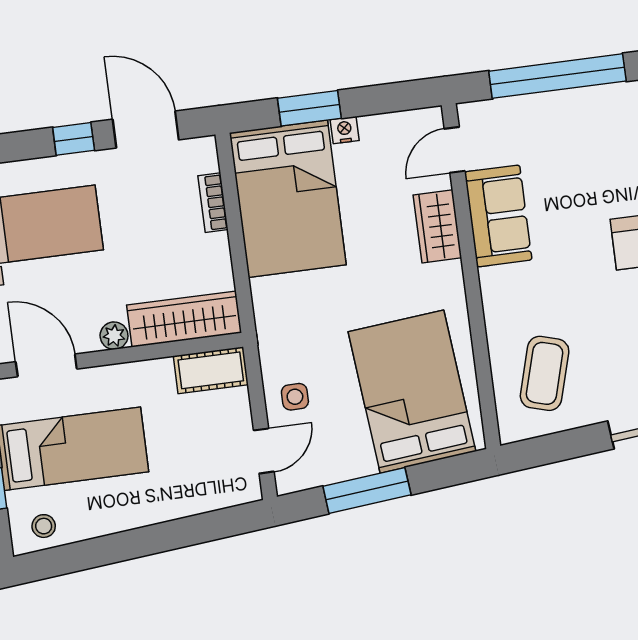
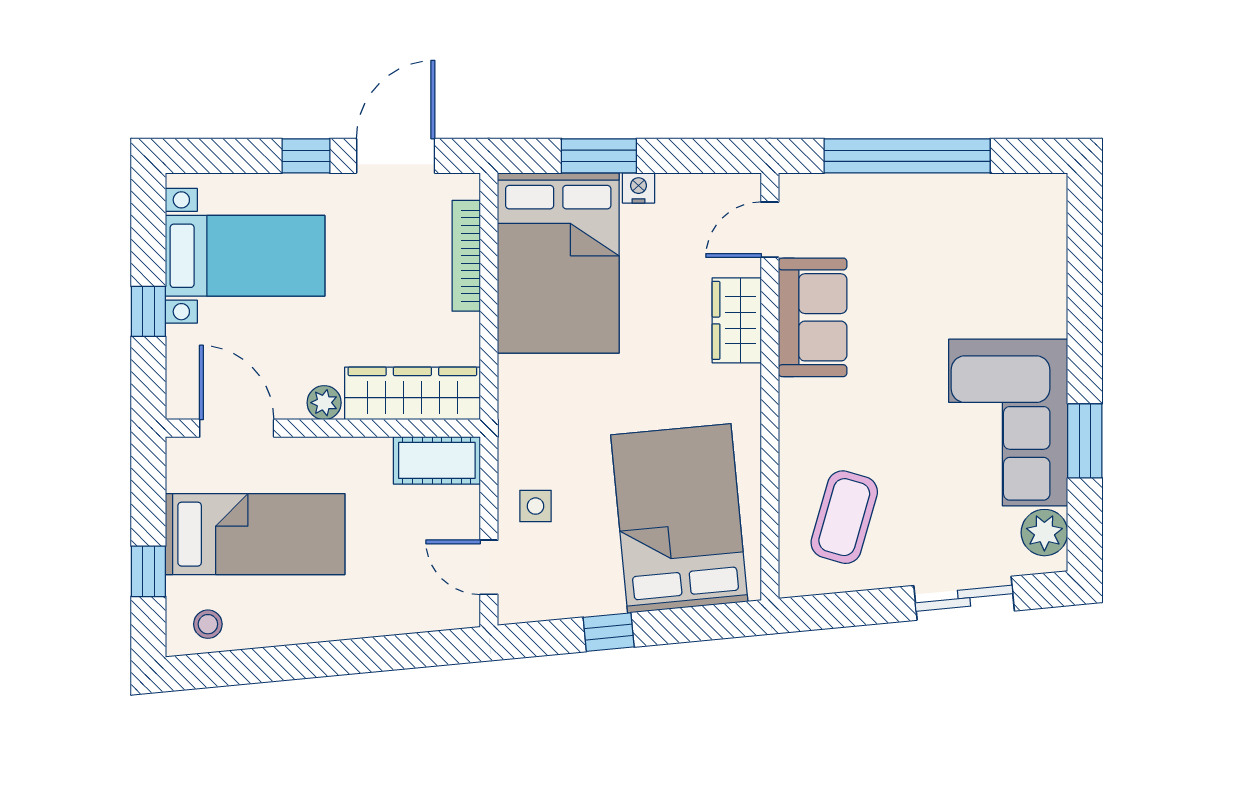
door: (146, 130) -> (396, 156), hinge flipped
bookcase: (213, 203) -> (466, 256), width x1.56
door: (264, 451) -> (489, 567), swing flipped
window: (367, 491) -> (609, 632), width x0.46

